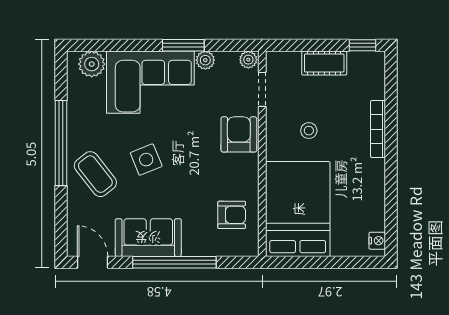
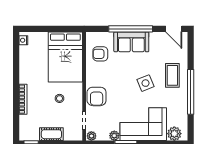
coffee table: (95, 174) -> (172, 75), turned 38
sofa: (148, 238) -> (131, 42), moved

